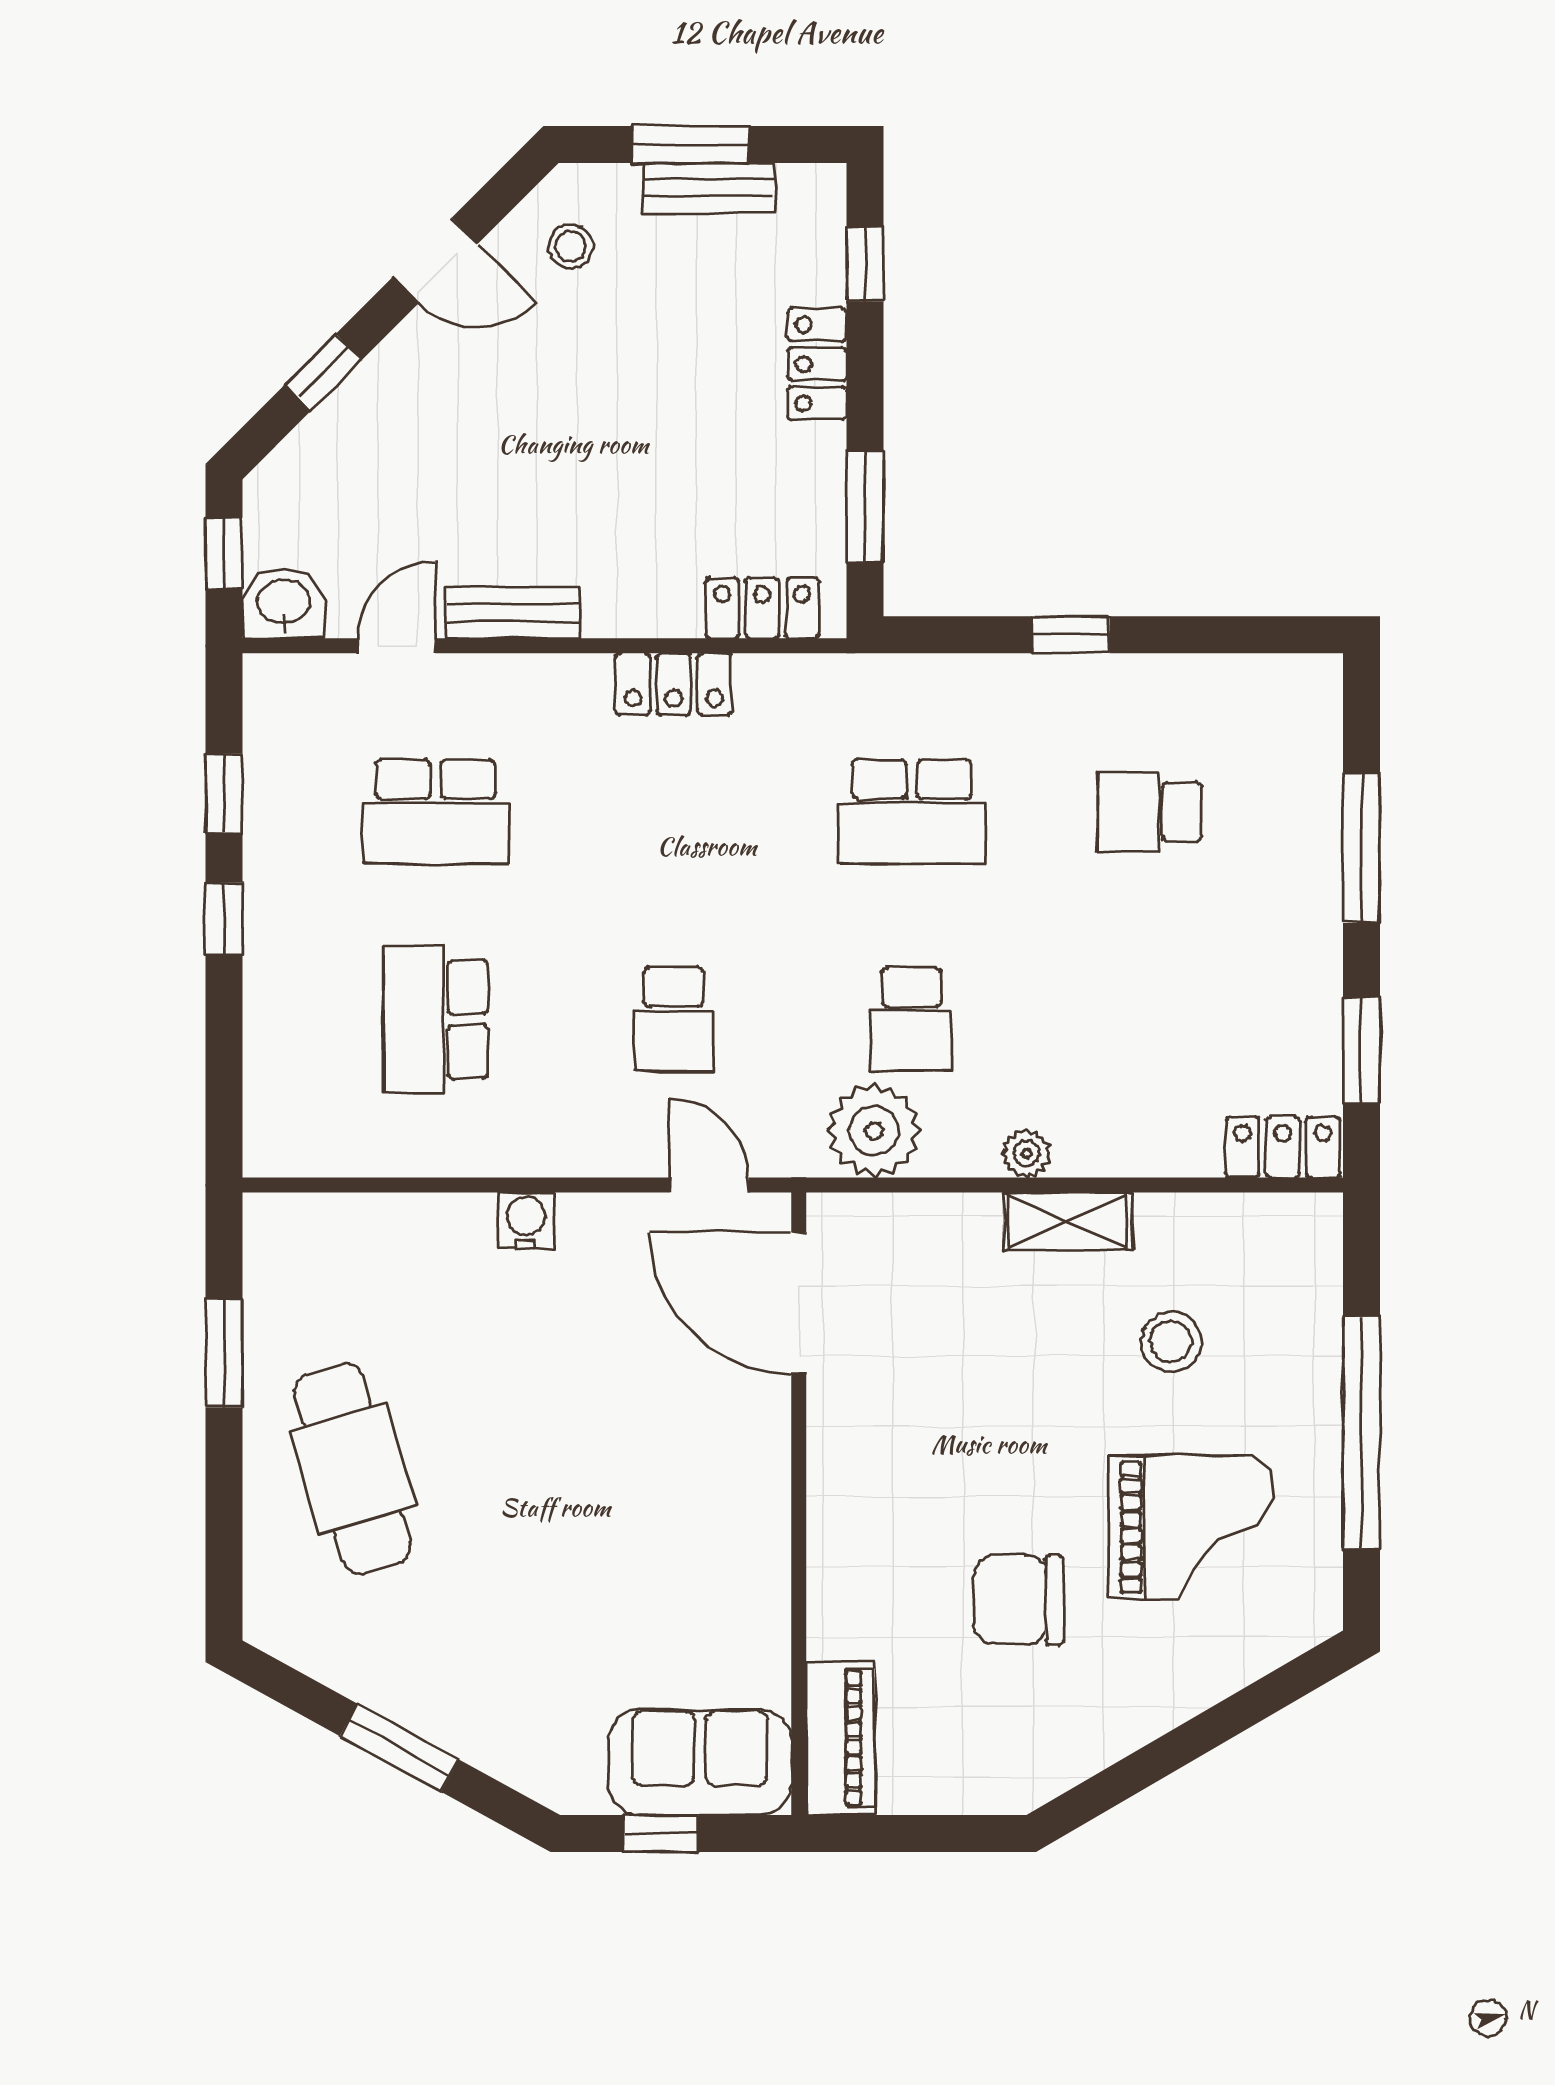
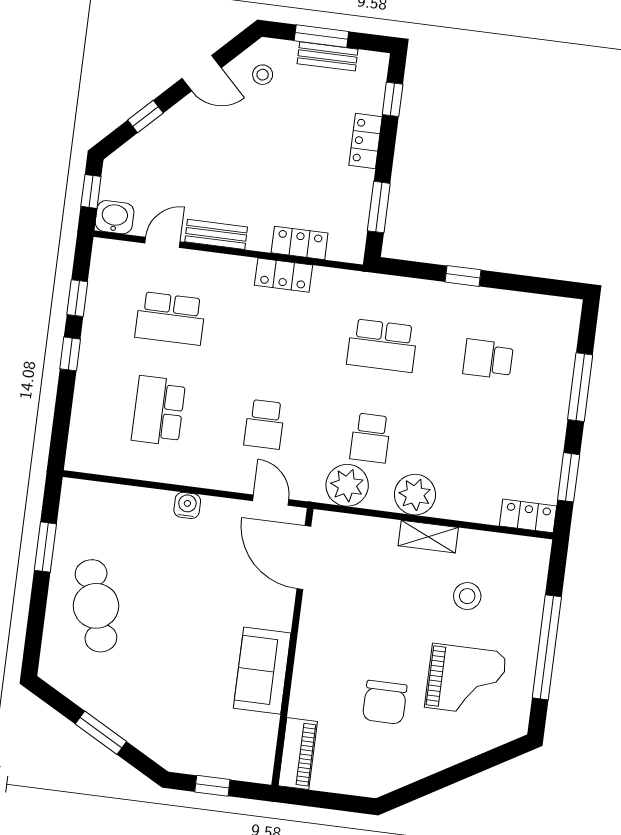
locker: (762, 608) -> (300, 243), moved
plant: (1027, 1153) -> (415, 495), width x1.88, depth x1.88
chair: (1018, 1600) -> (385, 702), turned -90
sofa: (700, 1762) -> (262, 671), moved, turned -90

